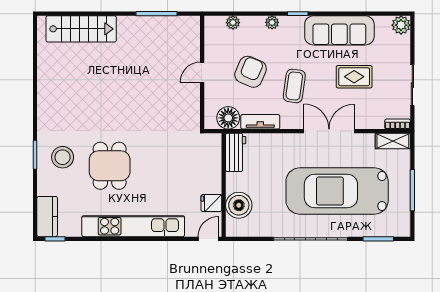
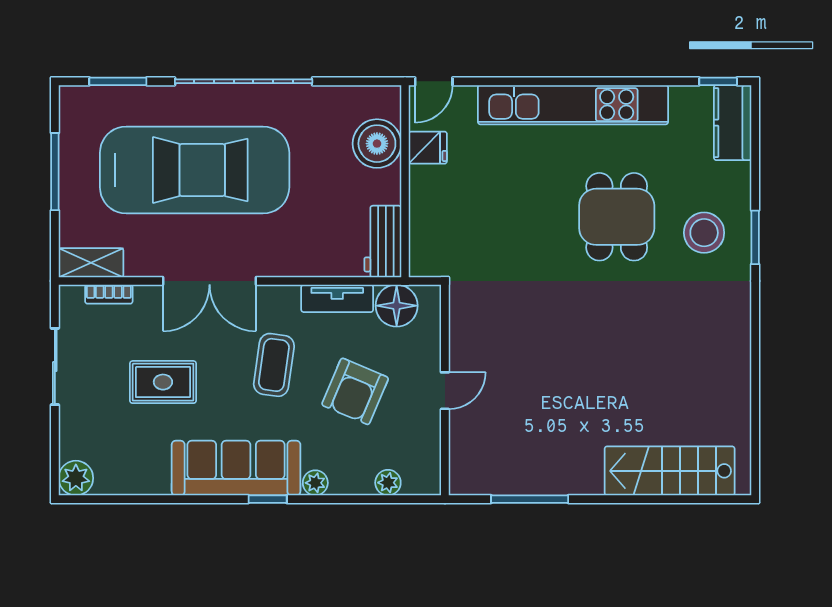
sofa: (339, 30) -> (236, 468), moved
bookcase: (398, 124) -> (109, 294), moved

